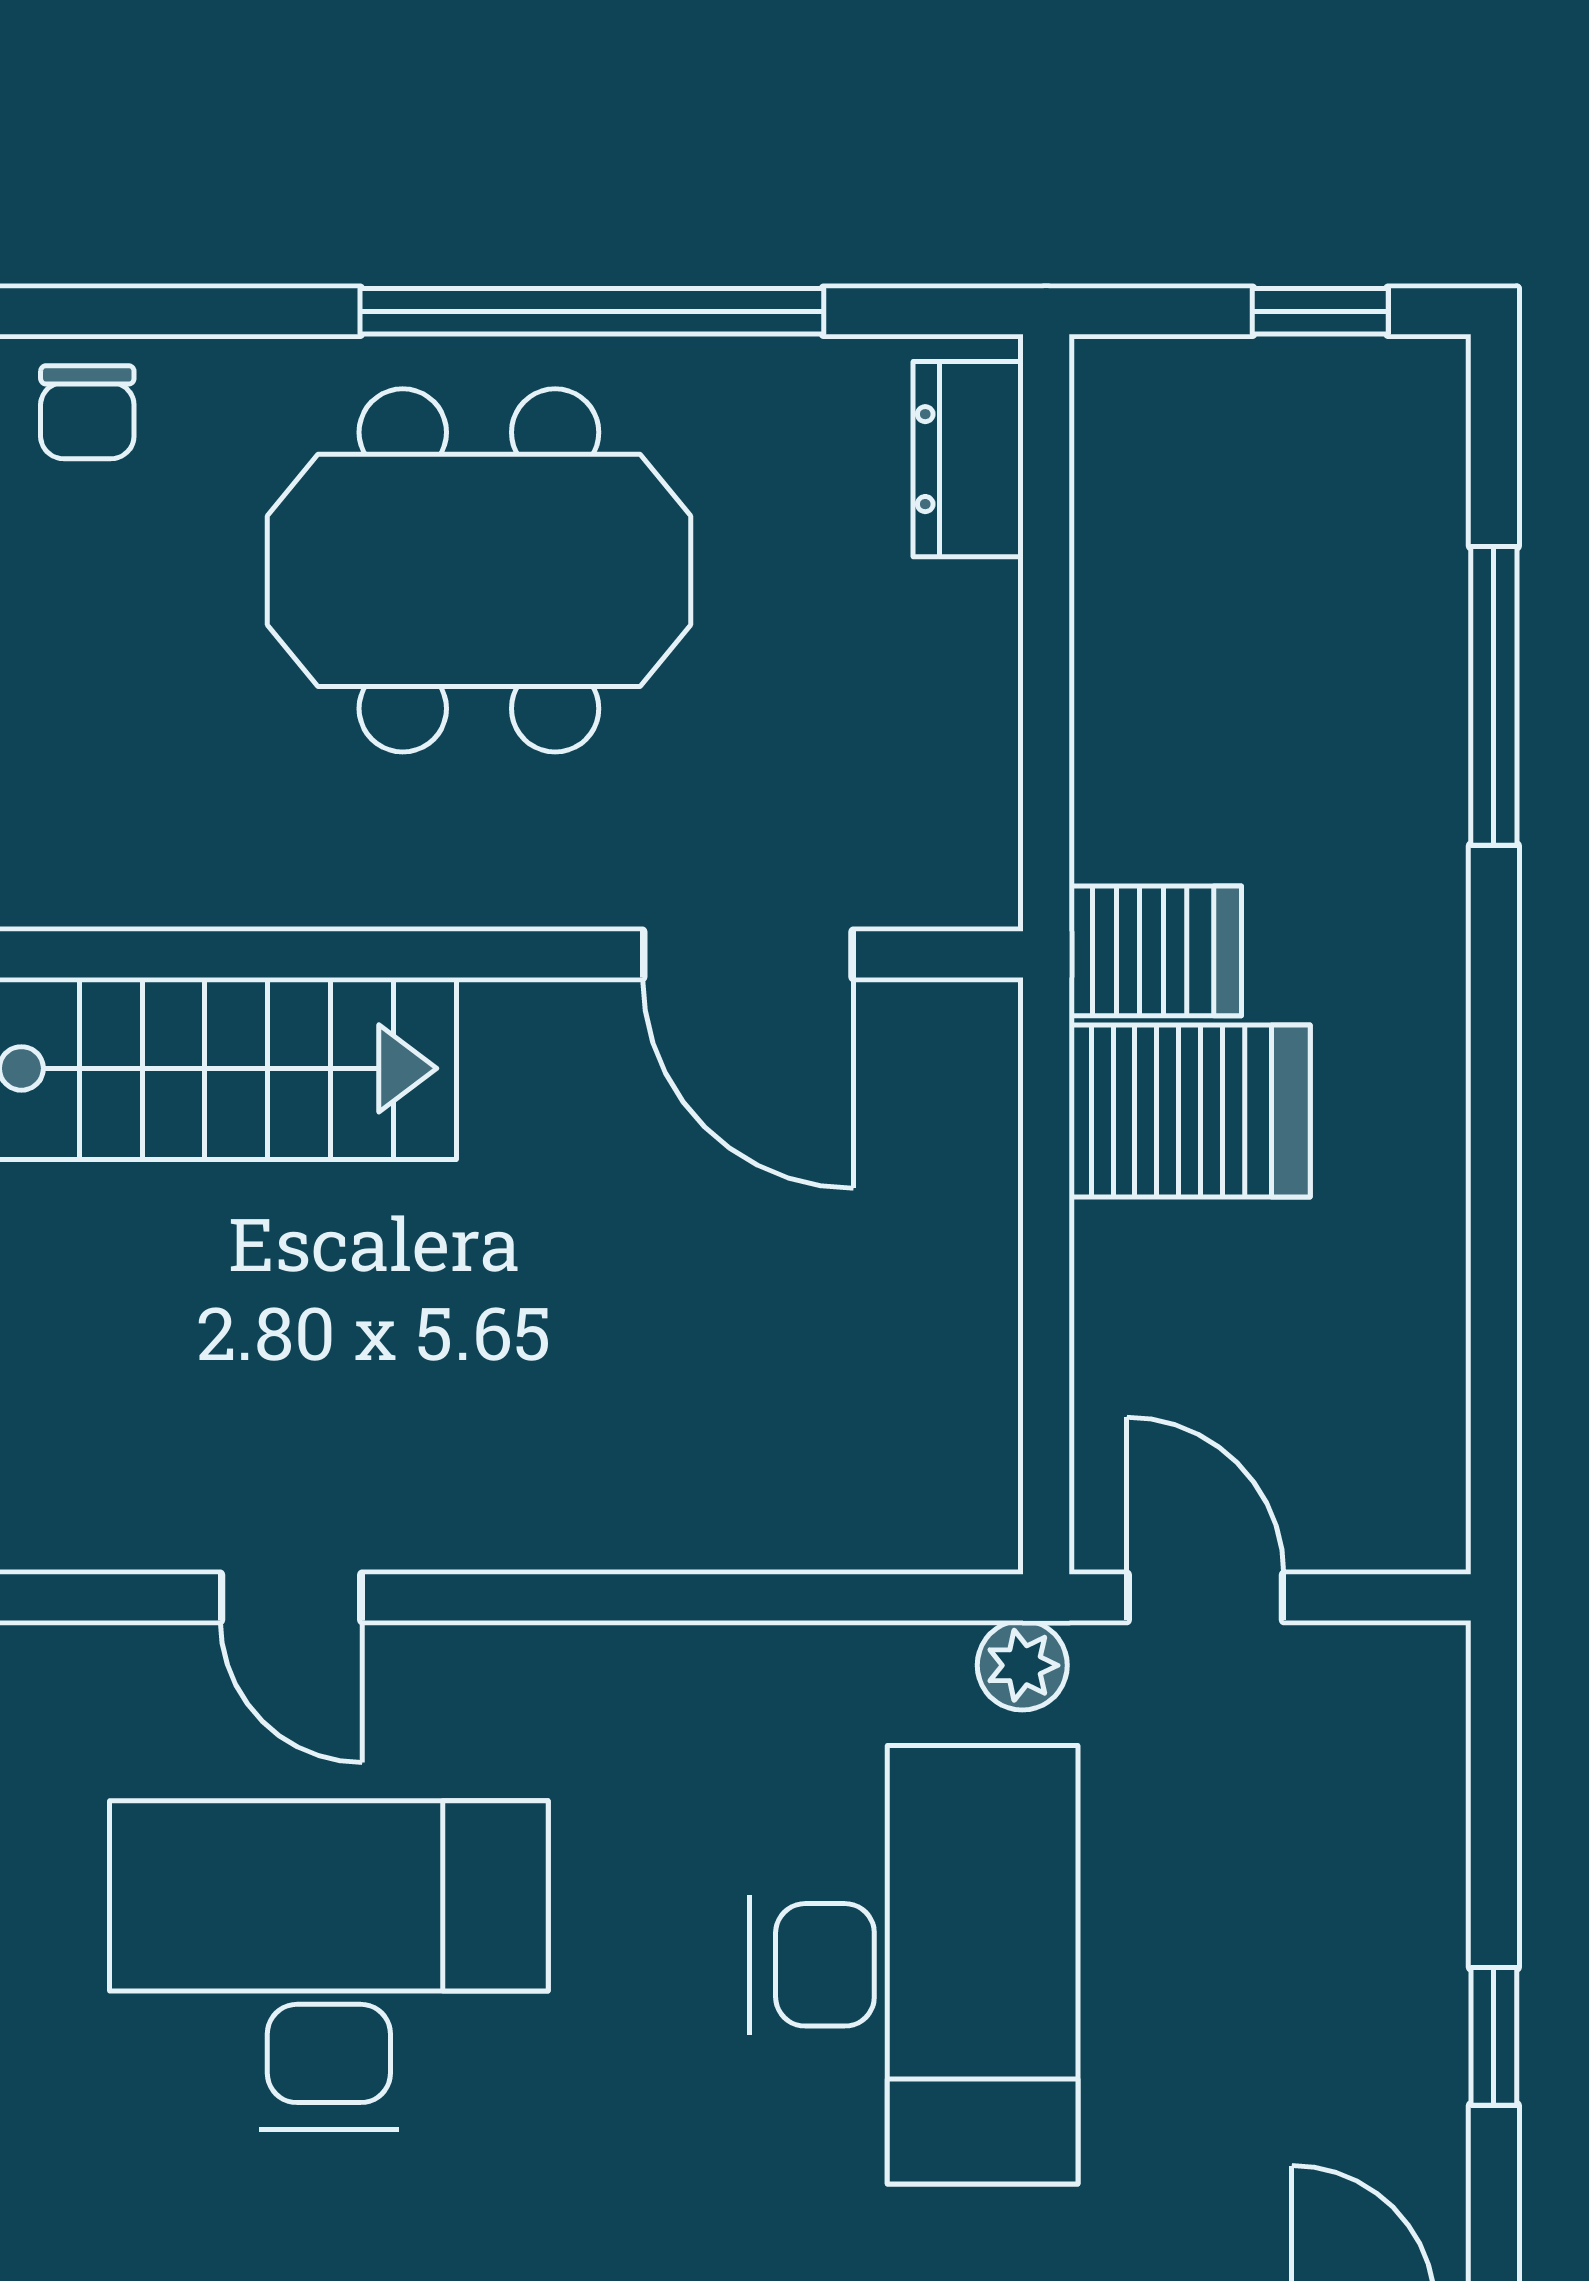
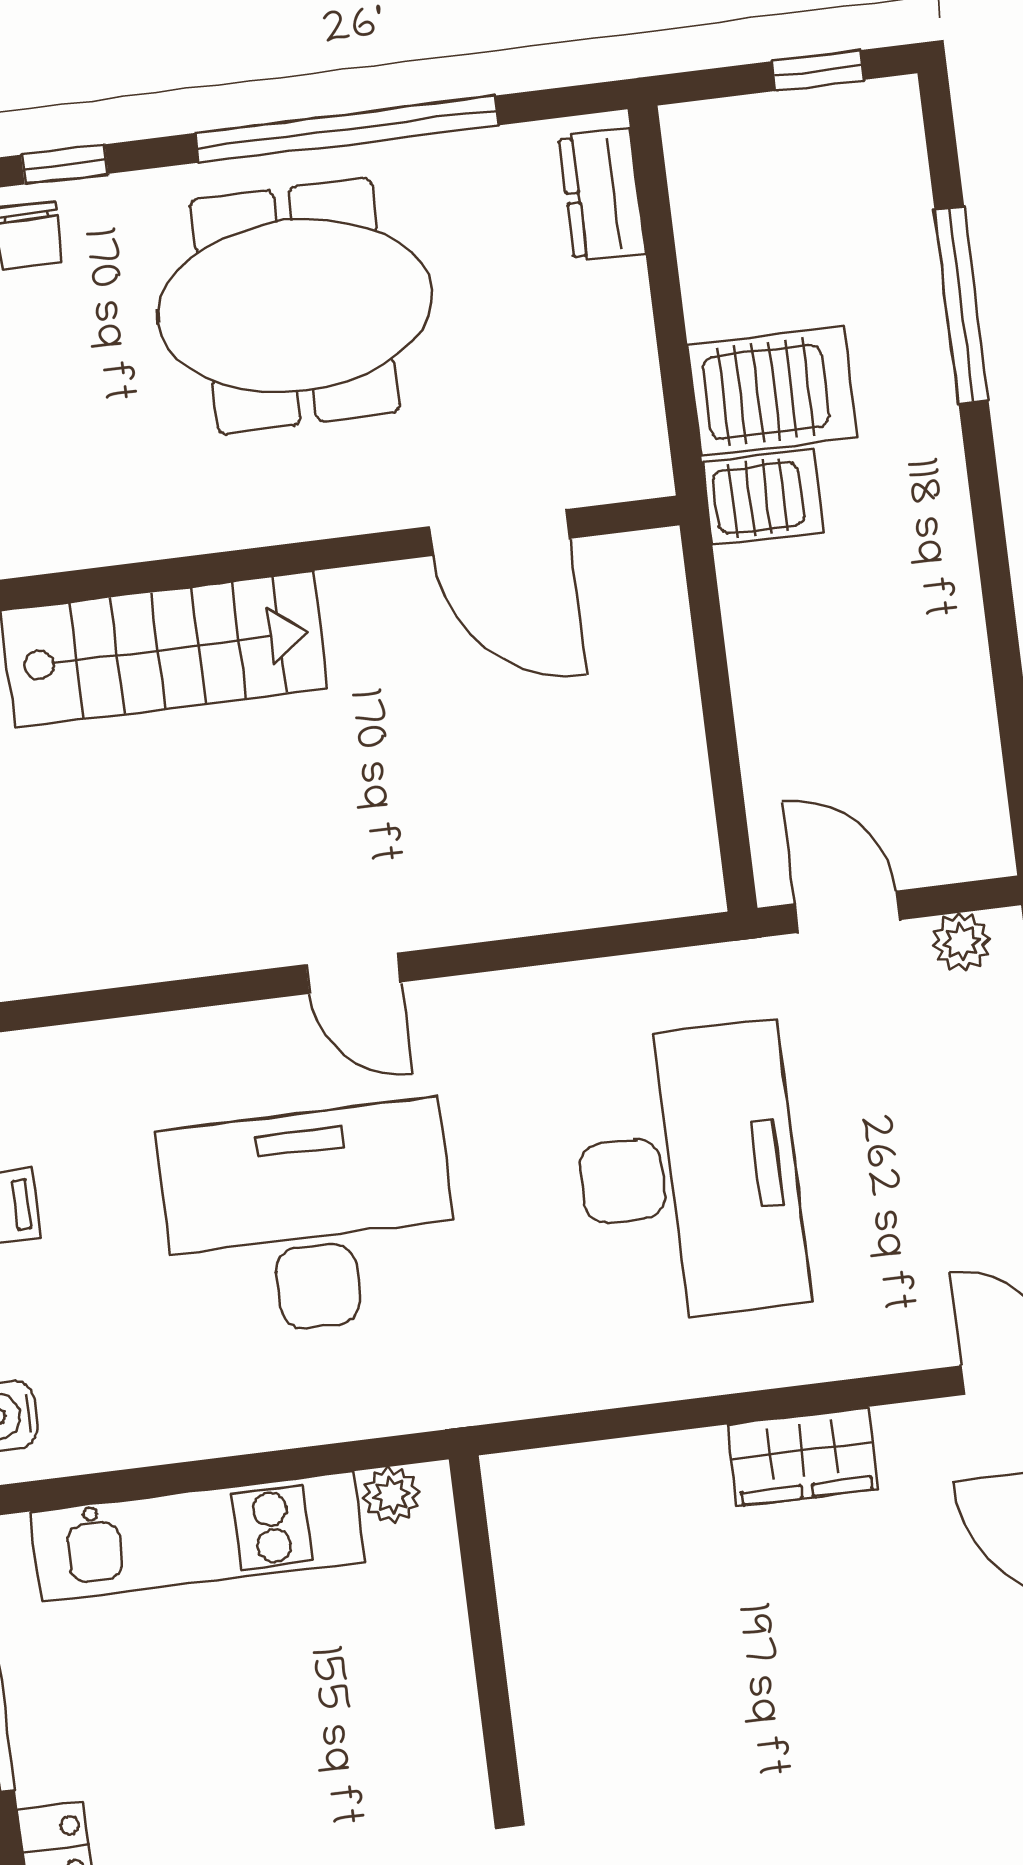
window: (155, 311) -> (65, 164), added
server rack: (1190, 1111) -> (772, 391), moved
door: (291, 1597) -> (353, 973), moved
plant: (1022, 1665) -> (961, 942), moved

